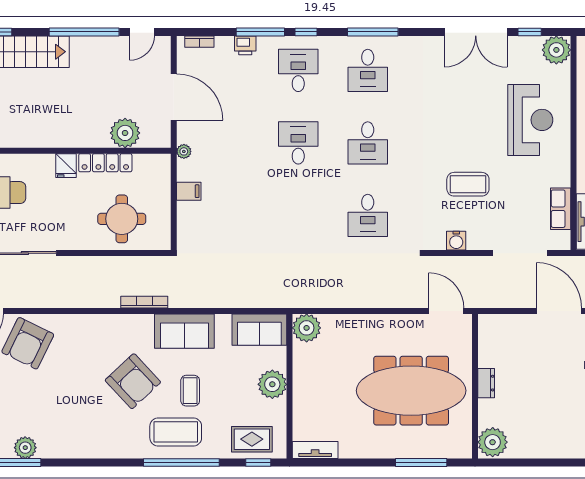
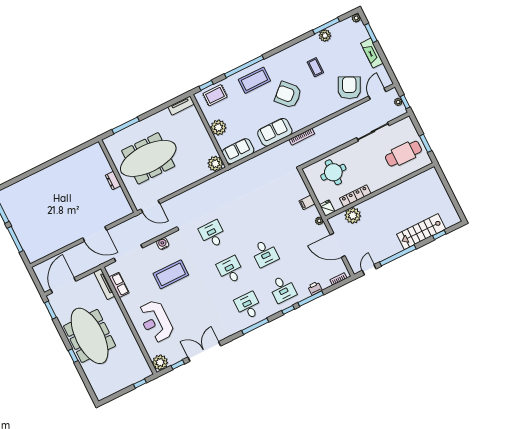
fridge: (66, 166) -> (327, 208), moved
coffee table: (468, 184) -> (171, 274), width x1.36, depth x1.32
coffee table: (190, 391) -> (315, 67), moved
plant: (493, 442) -> (95, 153), removed

